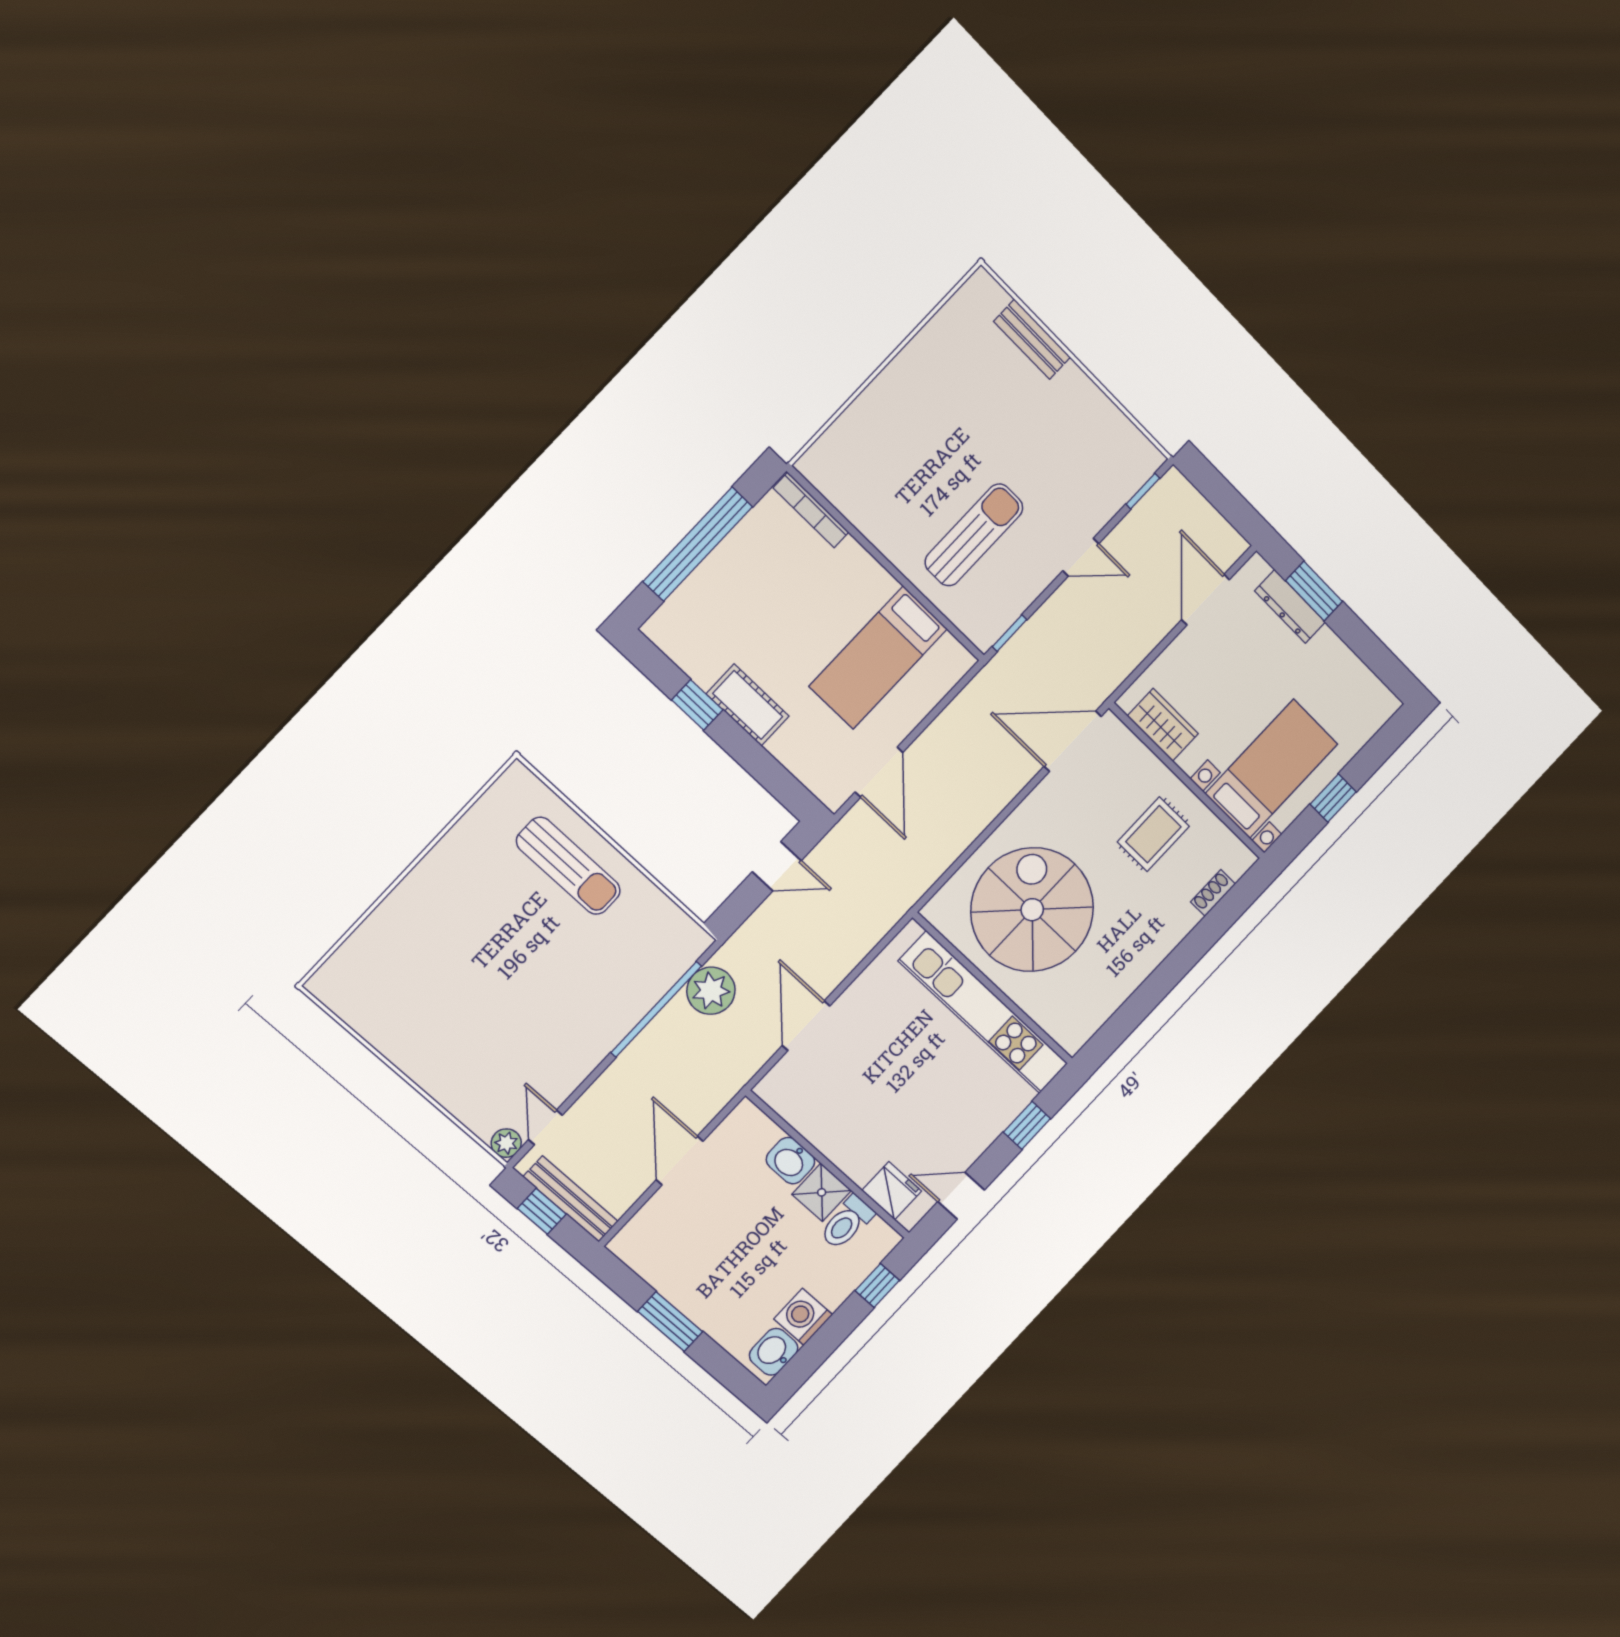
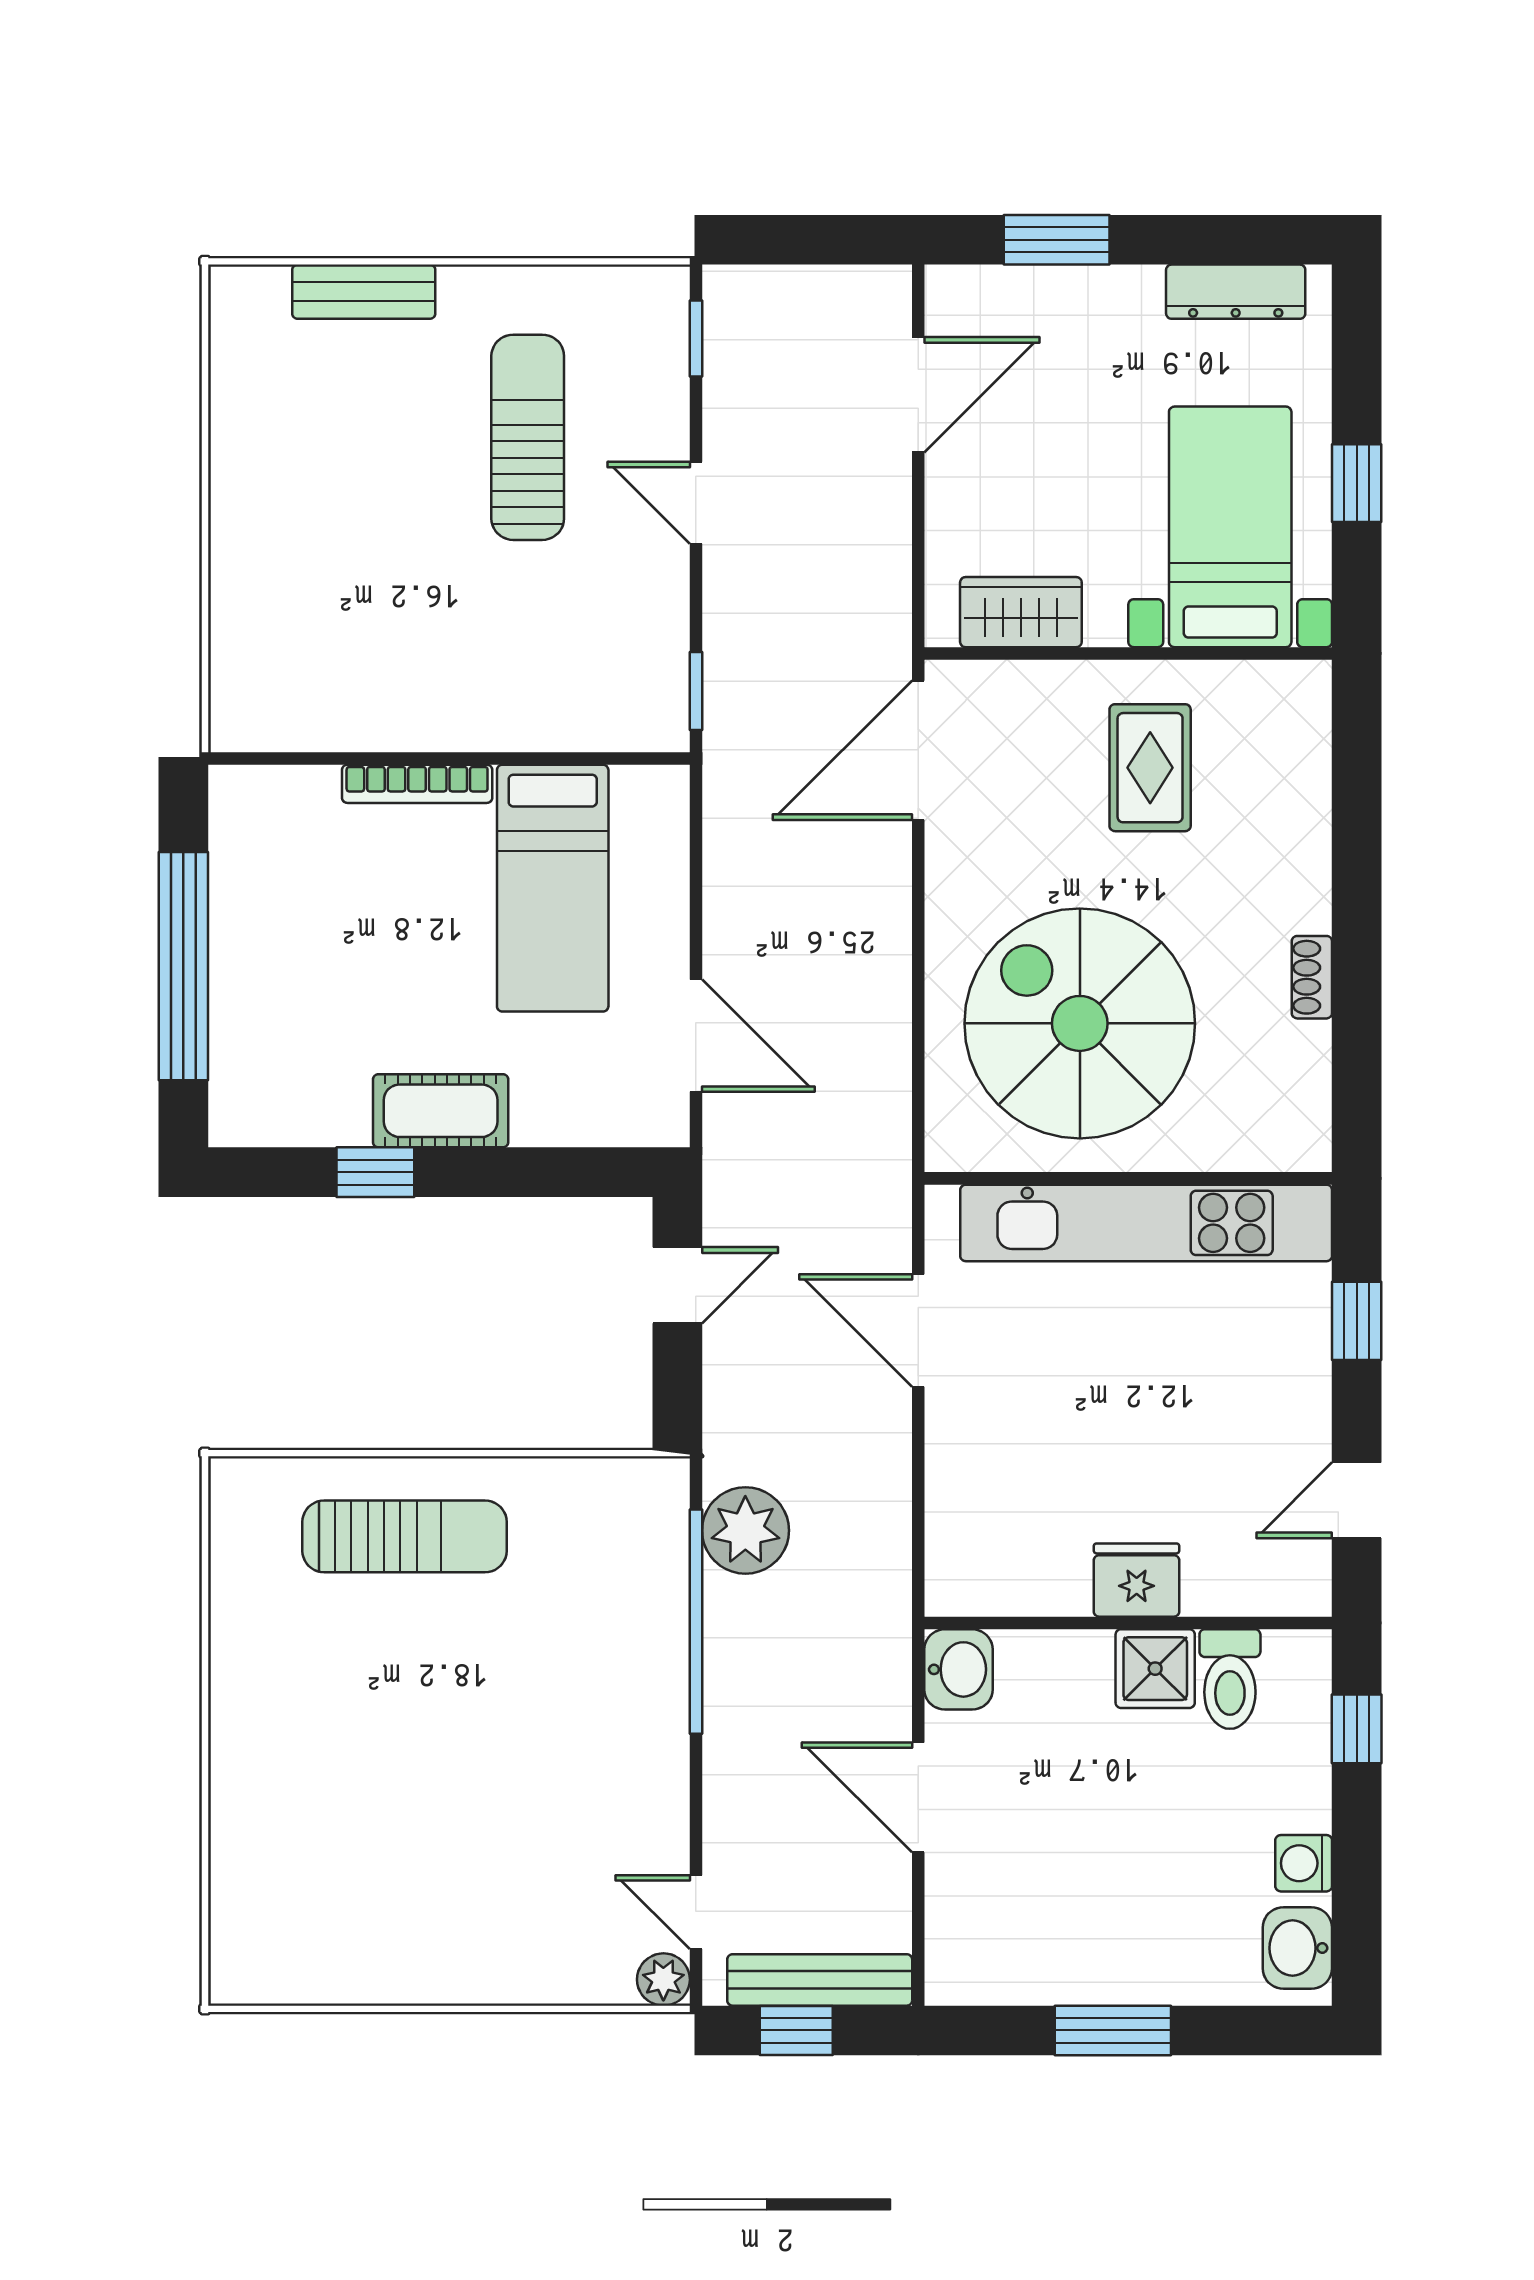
bookcase: (811, 510) -> (417, 784), moved
sun lounger: (974, 535) -> (528, 437), moved
door: (1081, 557) -> (696, 503), swing flipped
door: (1205, 600) -> (918, 395), swing flipped
dresser: (1290, 607) -> (1236, 292), moved
shoe rack: (1213, 893) -> (1312, 977), moved
door: (806, 1026) -> (918, 1331), moved
washbasin: (790, 1161) -> (959, 1669), moved, turned -90
fridge: (892, 1191) -> (1137, 1580), moved
washing machine: (803, 1317) -> (1304, 1863), width x0.73, depth x0.73

